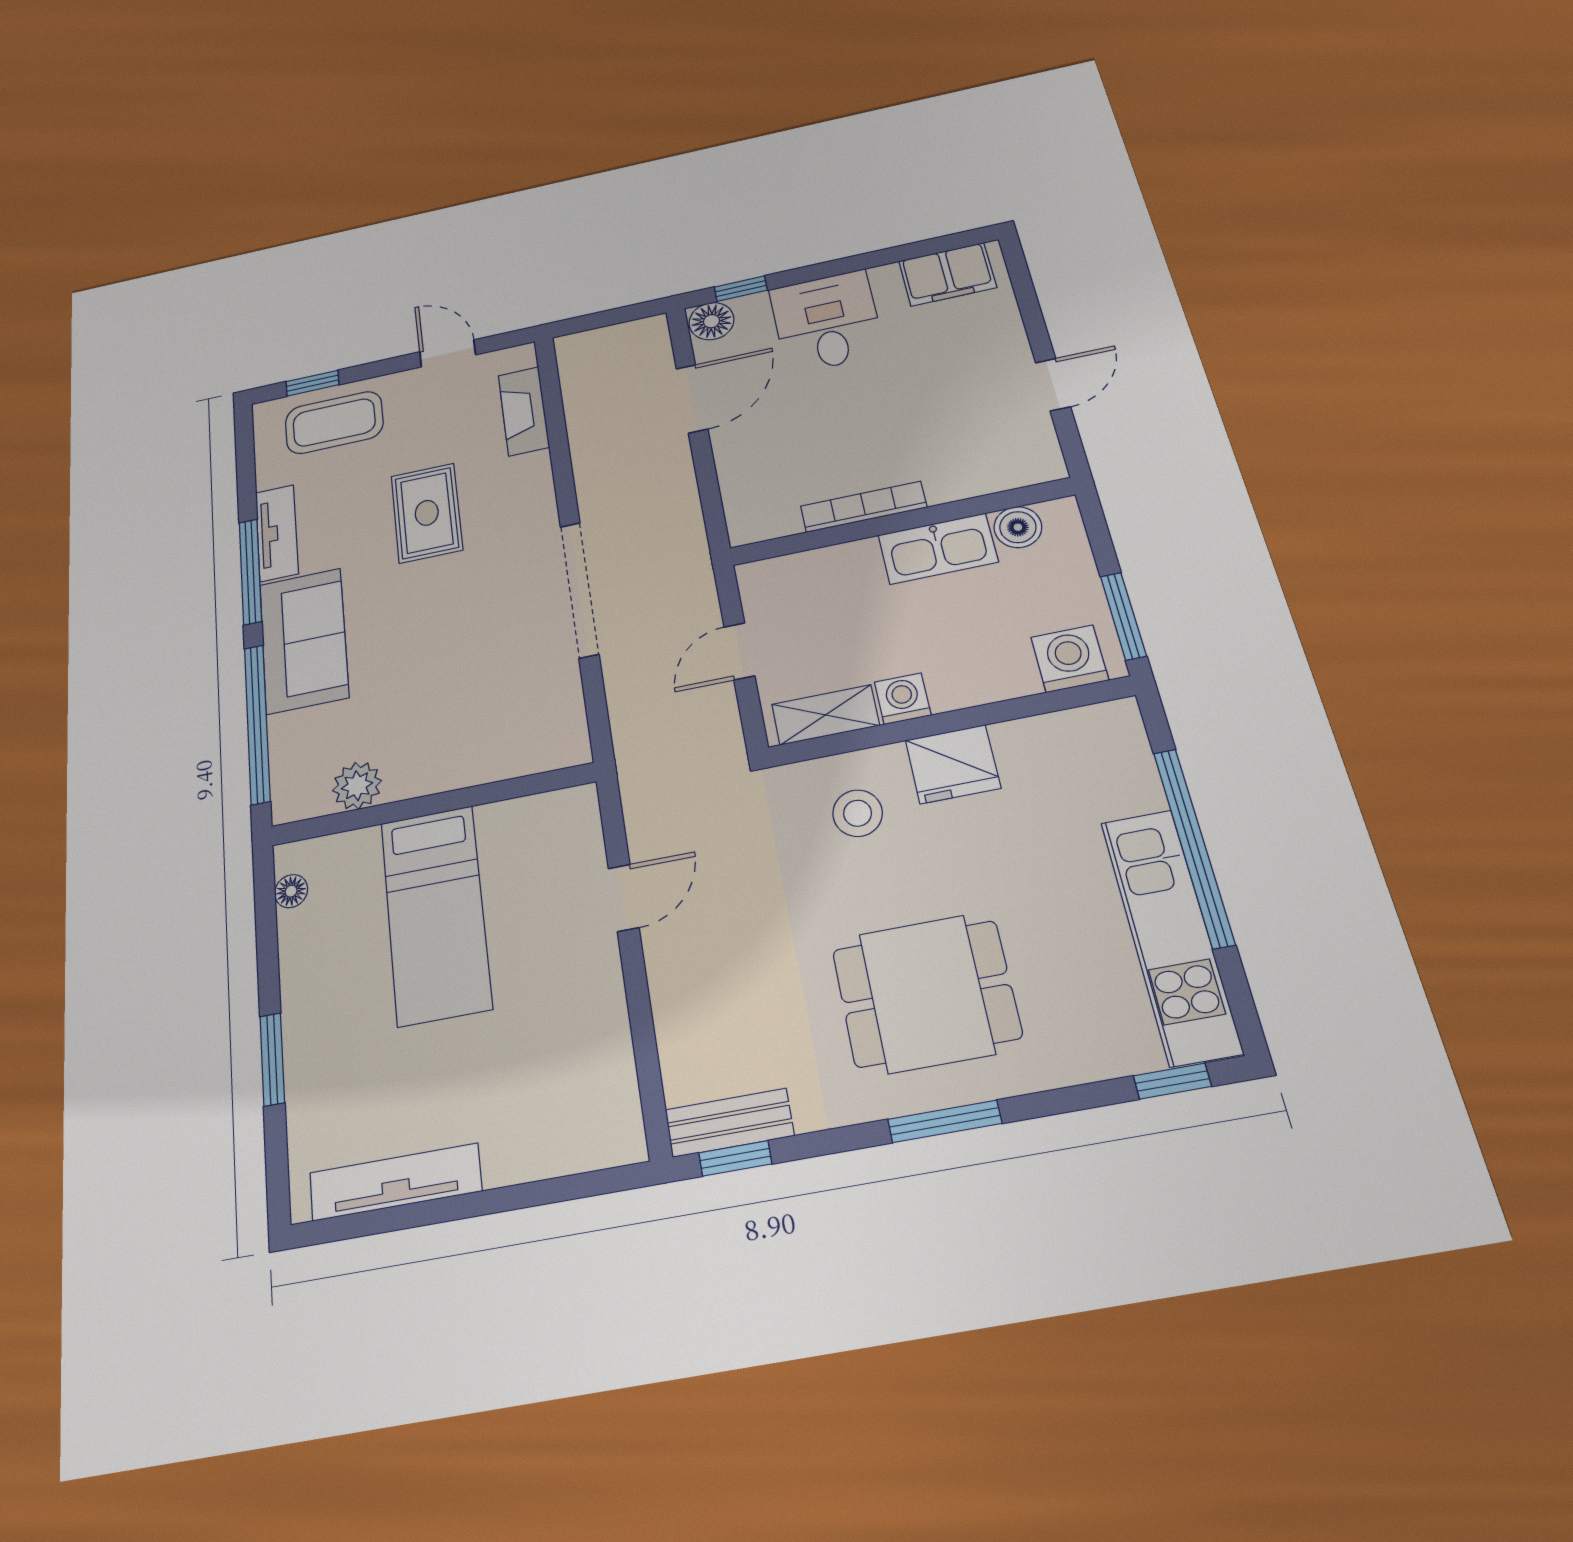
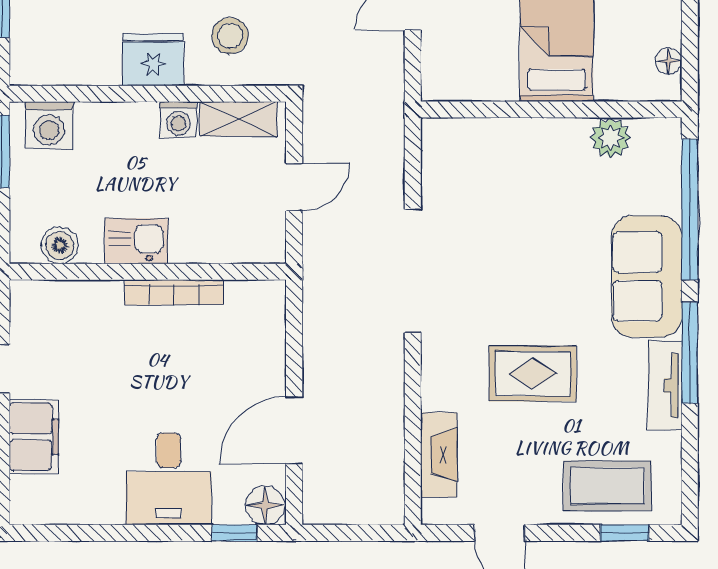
filing cabinet: (947, 274) -> (34, 437), moved, turned 90
rug: (427, 513) -> (533, 374), turned 90
kitchen sink: (938, 549) -> (136, 241), width x0.73

